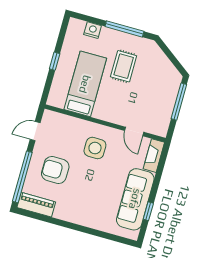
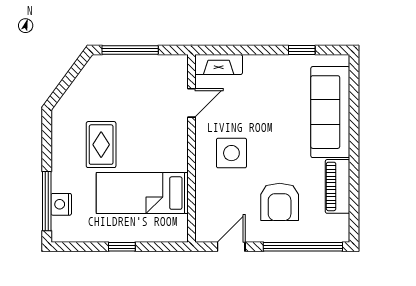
window: (124, 29) -> (47, 201), moved
rug: (124, 66) -> (101, 145), turned 90
door: (35, 131) -> (231, 247), swing flipped
sofa: (135, 199) -> (330, 112), moved, turned 90
piano: (36, 205) -> (338, 186), moved

